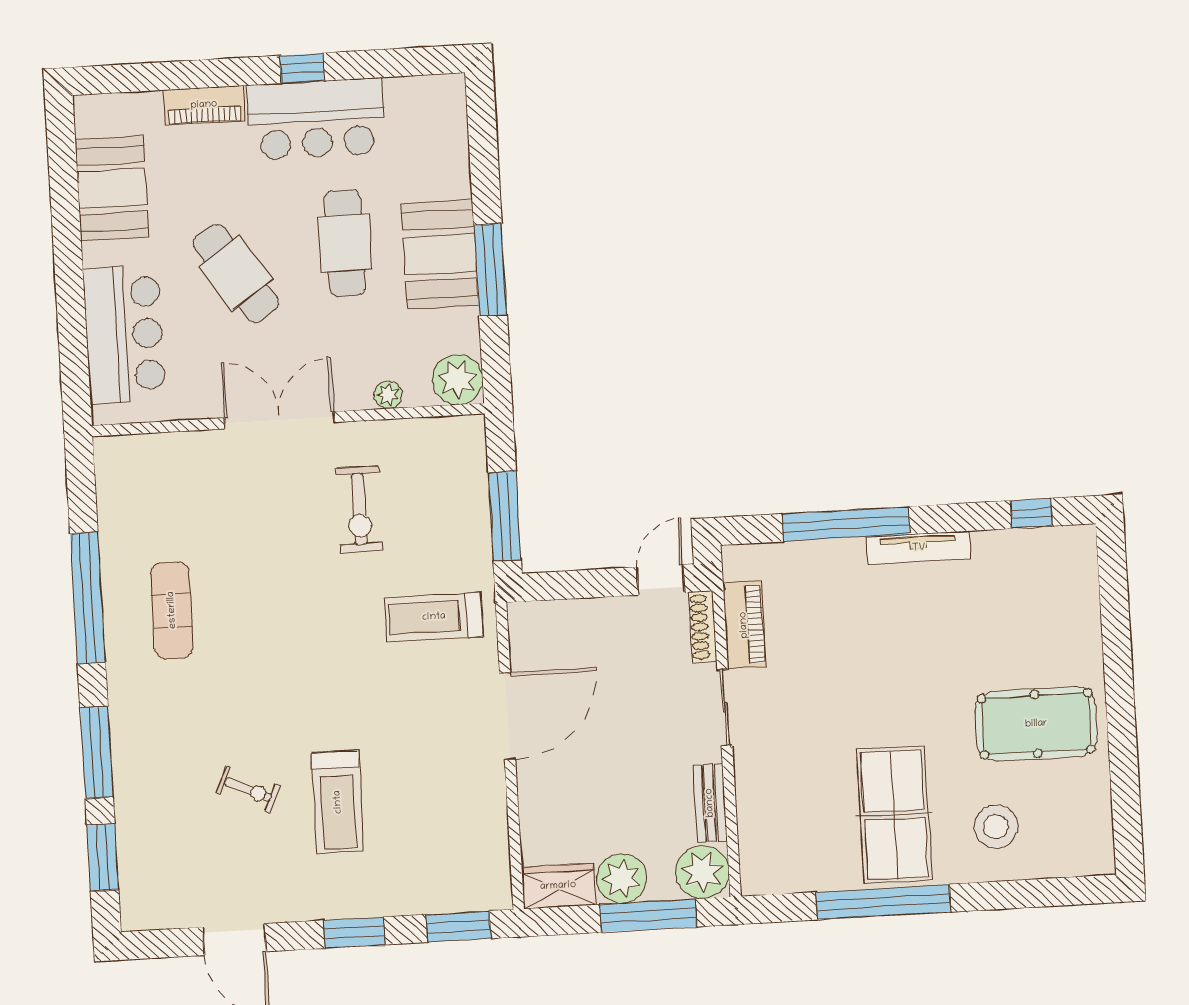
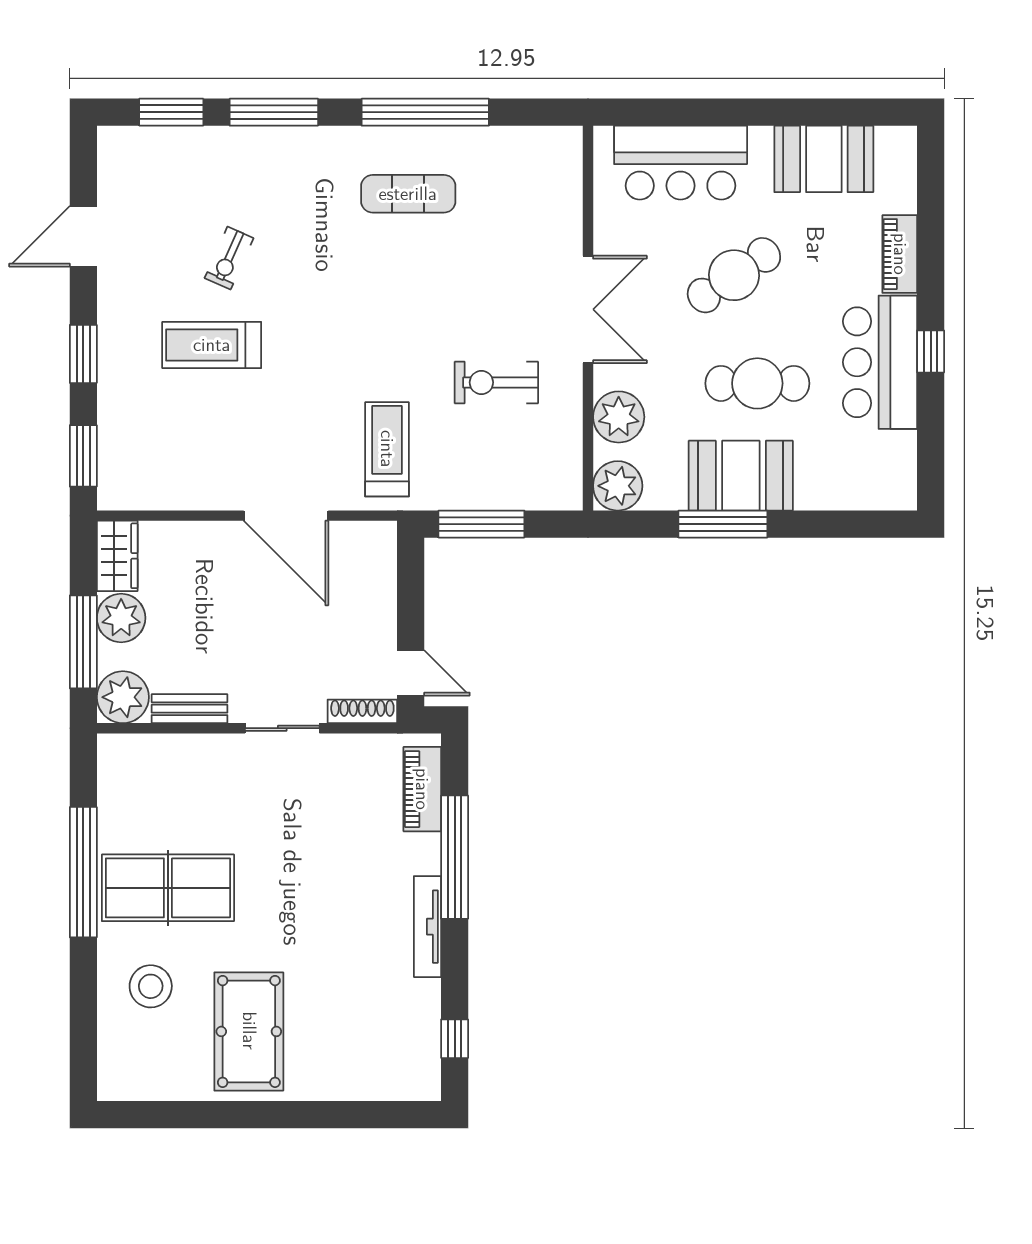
plant: (388, 395) -> (619, 417), width x1.88, depth x1.88
piano: (744, 625) -> (422, 789), moved, turned 90

